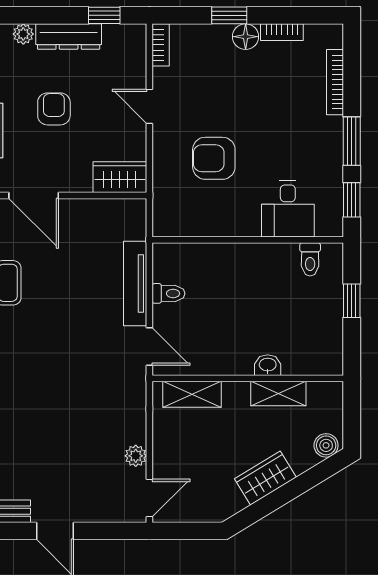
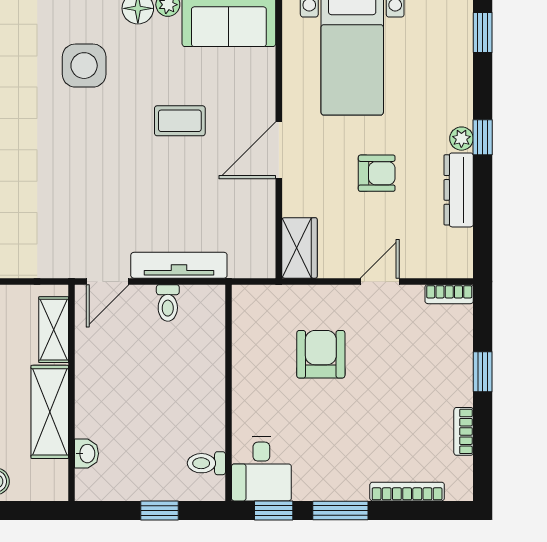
window: (104, 15) -> (483, 137), moved
floor lamp: (246, 37) -> (459, 390), removed
desk: (288, 209) -> (261, 469), moved, turned -90
washbasin: (268, 365) -> (87, 454), moved
shelving: (278, 394) -> (50, 412), width x1.50, depth x1.33

